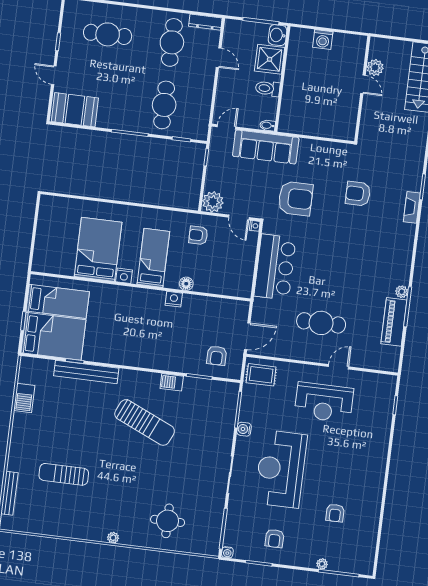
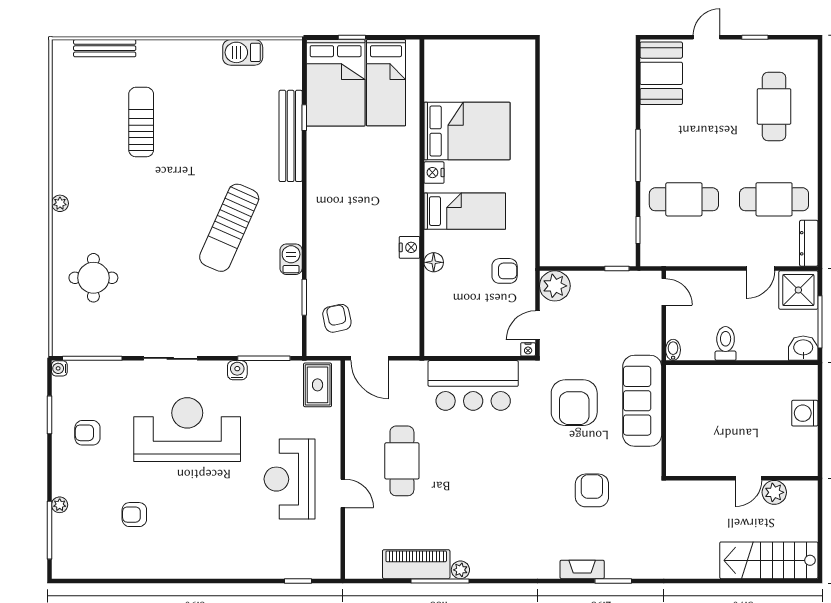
shower: (270, 59) -> (798, 290), moved
sofa: (266, 147) -> (642, 401), moved
armchair: (198, 235) -> (505, 271), turned 90
armchair: (217, 356) -> (337, 318), turned 78

